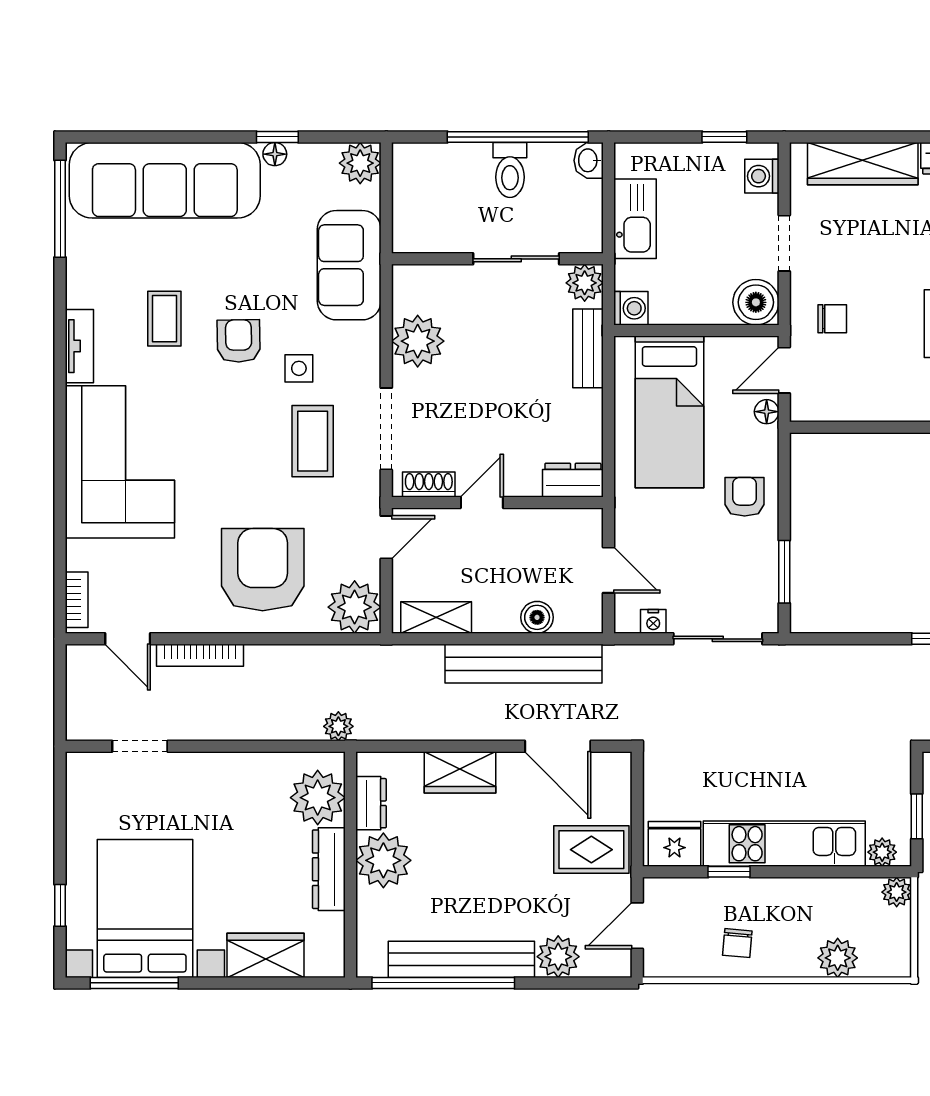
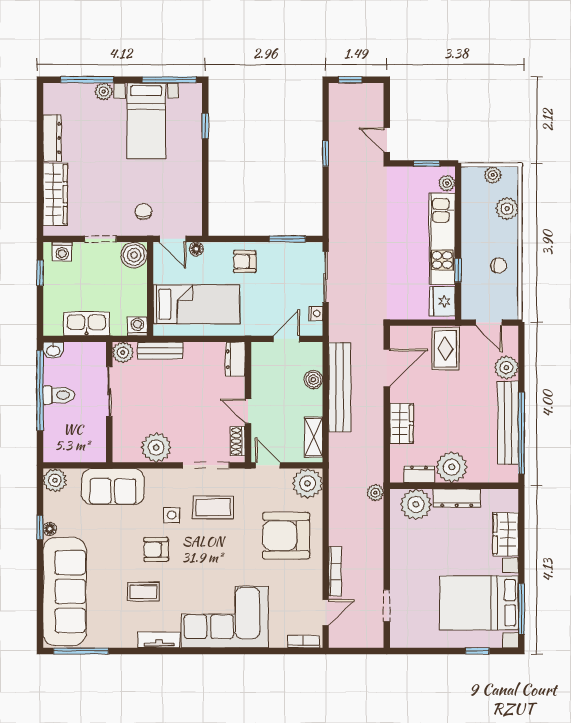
plant: (897, 892) -> (493, 175), moved

